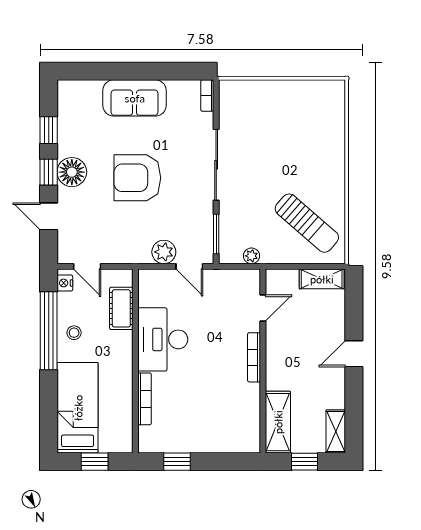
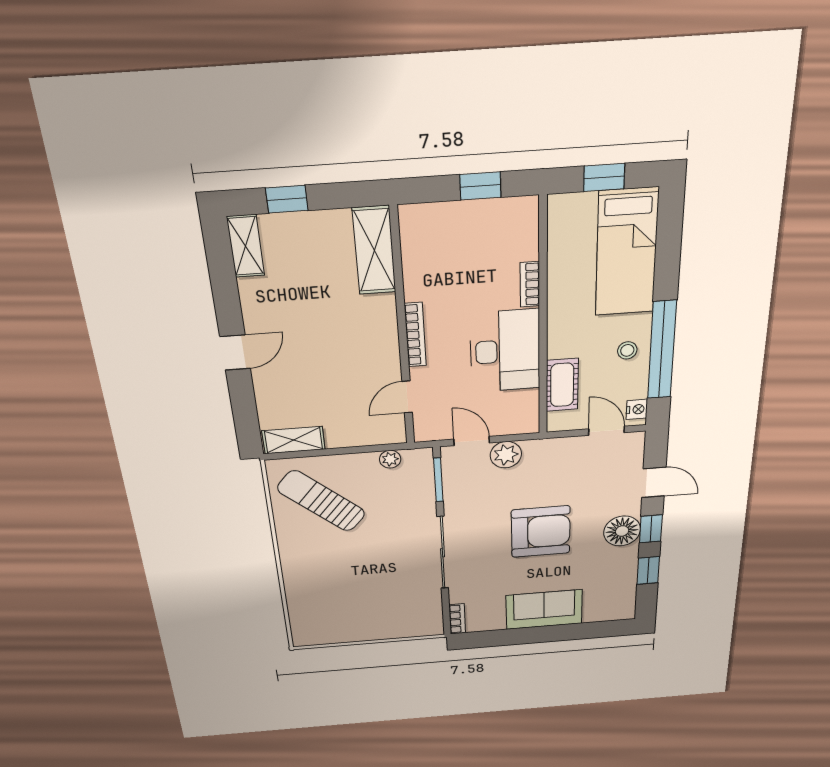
door: (263, 308) -> (407, 397), moved
bookcase: (254, 357) -> (415, 335), moved
wall: (263, 361) -> (402, 331), moved
bookcase: (145, 399) -> (530, 284), width x0.64
shelving: (278, 422) -> (374, 250), moved

